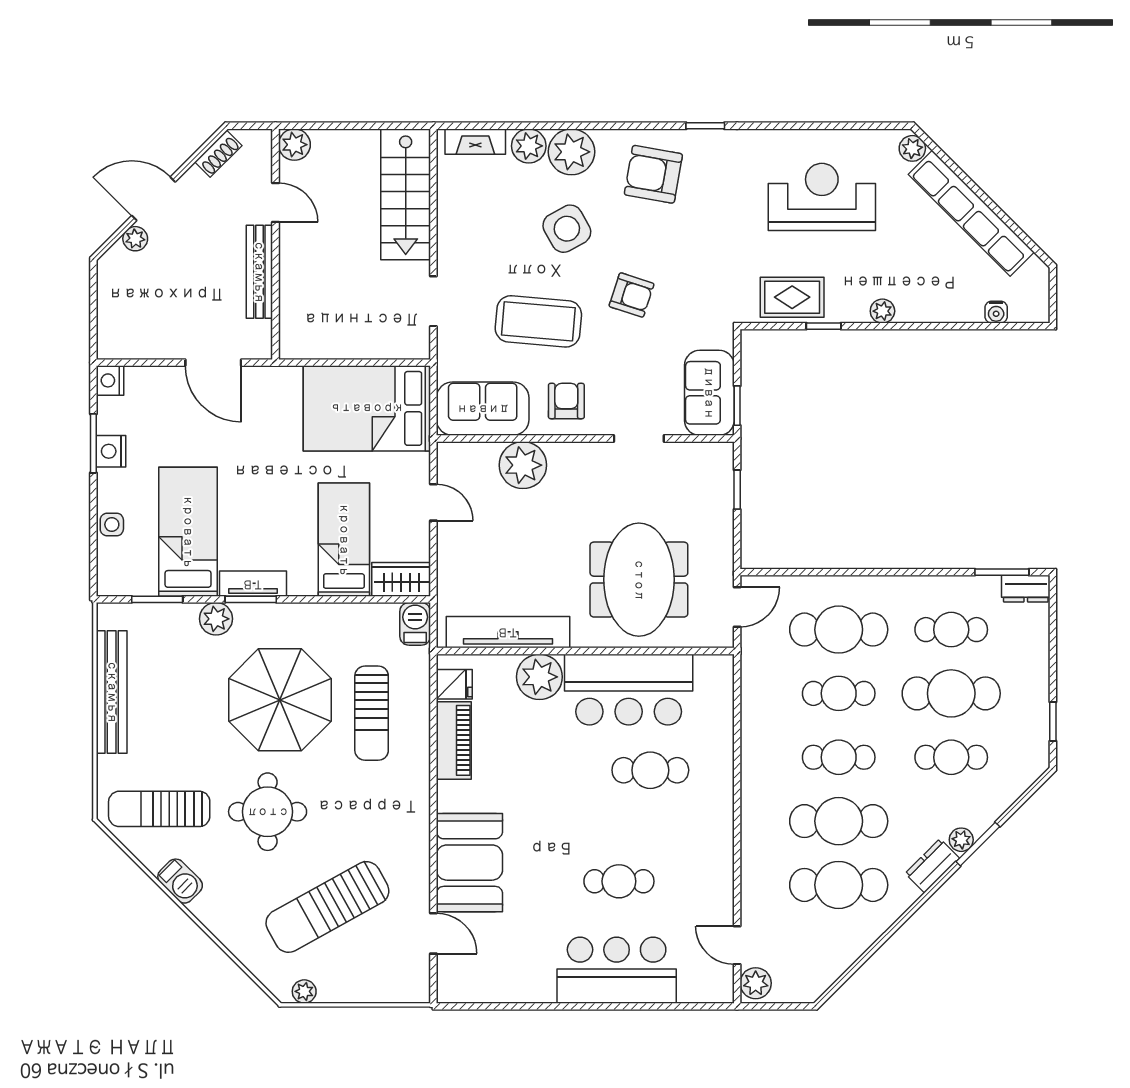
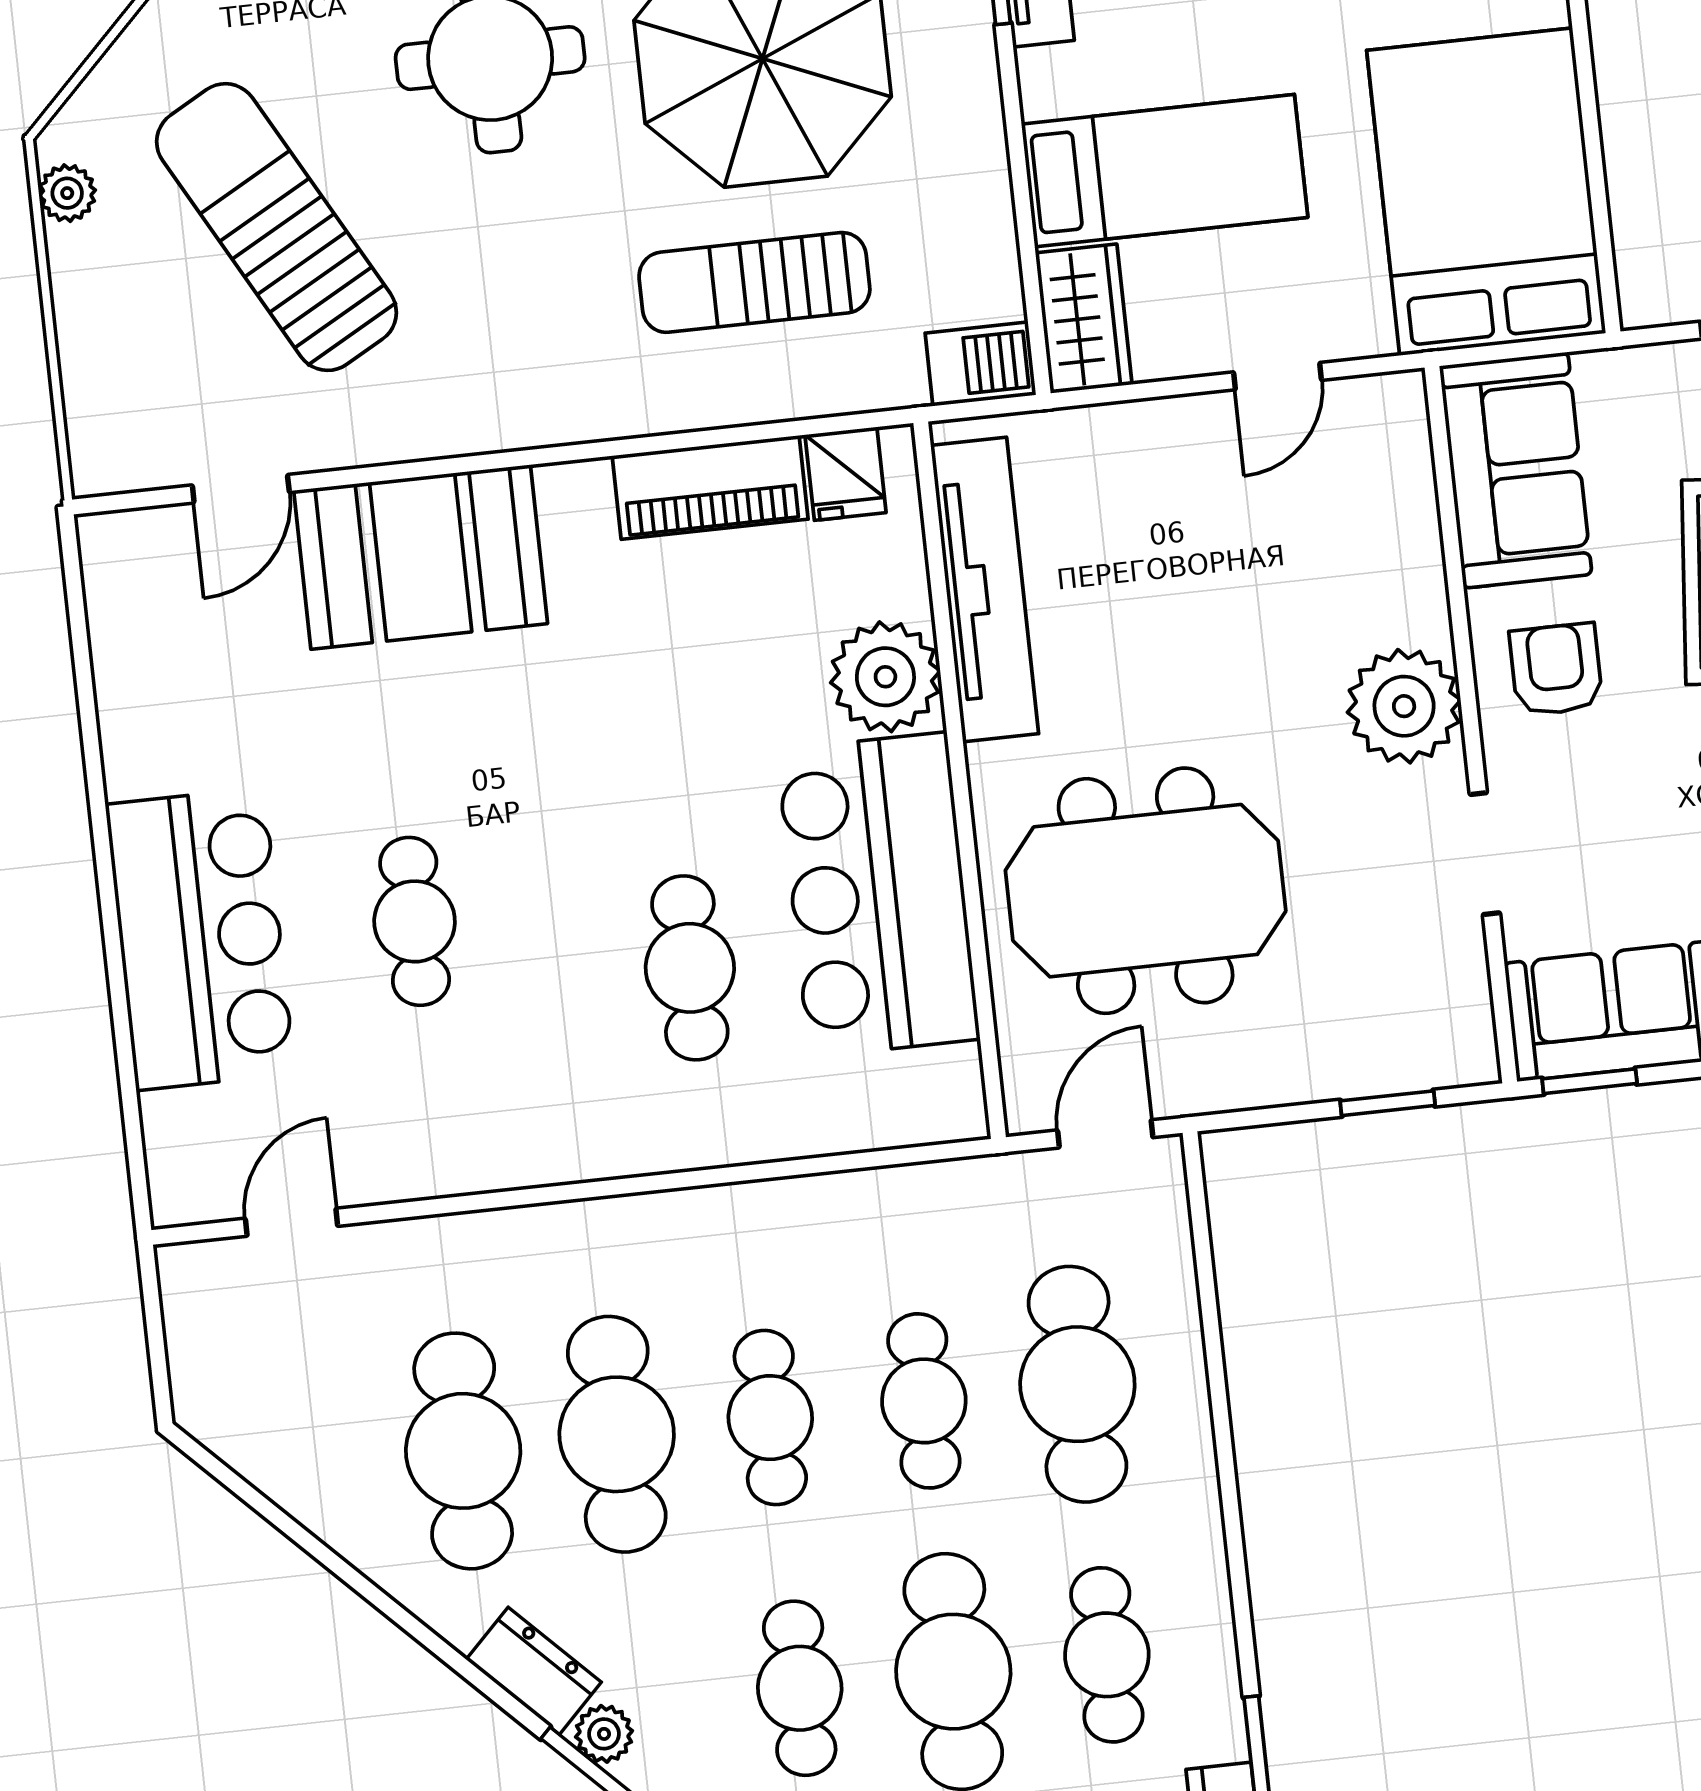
armchair: (566, 401) -> (1556, 669), turned -90
plant: (523, 465) -> (1404, 706), moved
door: (737, 607) -> (1105, 1134), swing flipped
plant: (756, 983) -> (205, 1277), removed

